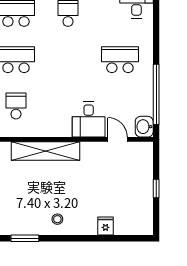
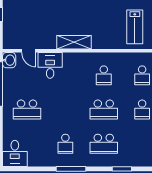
shelving: (45, 151) -> (74, 42), width x0.68

